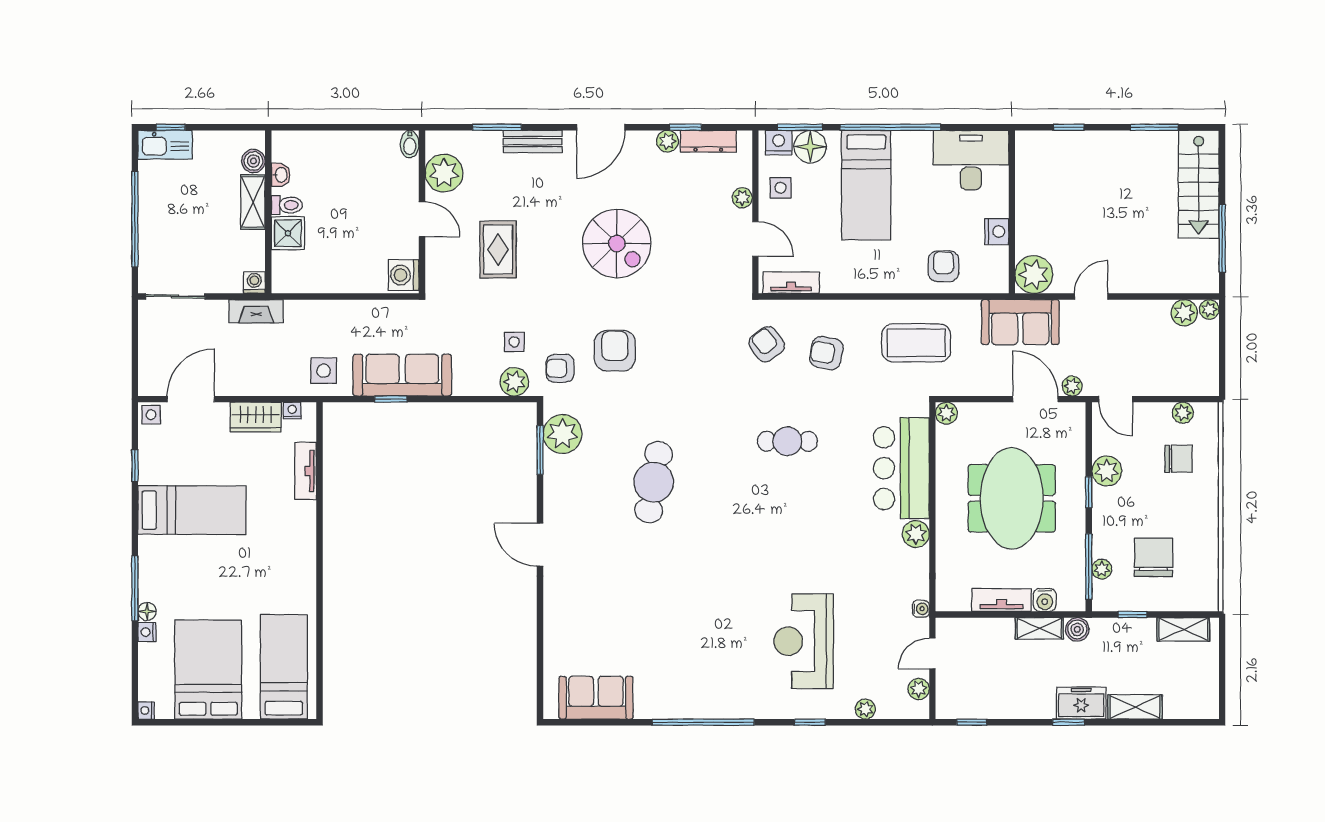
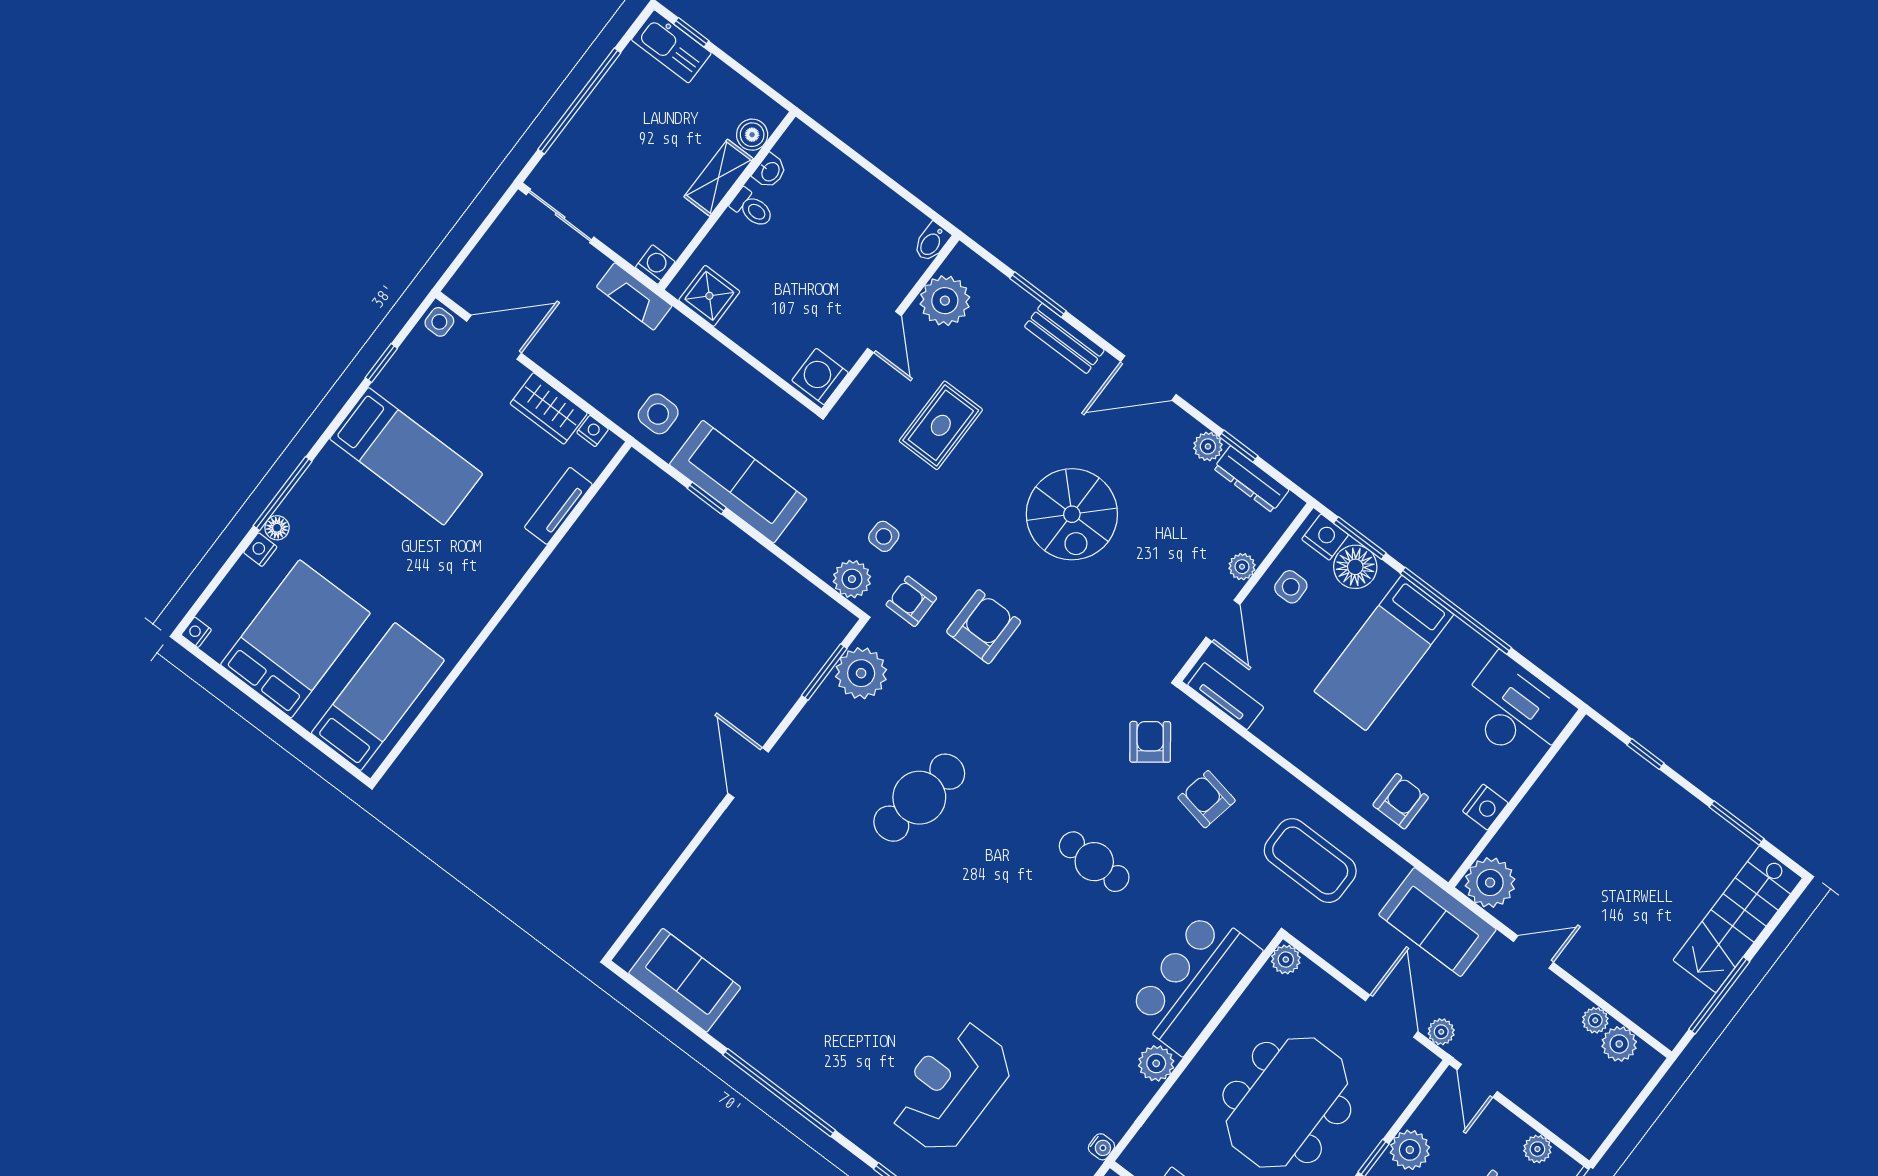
shower: (288, 233) -> (709, 296), moved
plant: (1209, 309) -> (1595, 1020), moved

